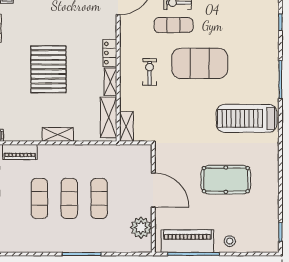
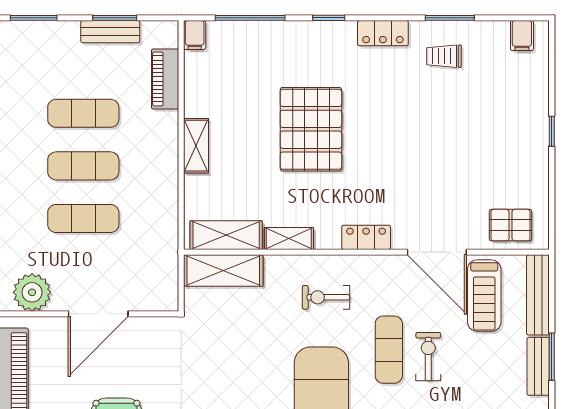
locker: (110, 53) -> (366, 237), moved
pallet: (48, 69) -> (311, 129), turned 90
exercise bike: (150, 72) -> (326, 297), moved, turned 180
shelving: (126, 127) -> (223, 271), width x1.50, depth x1.33

